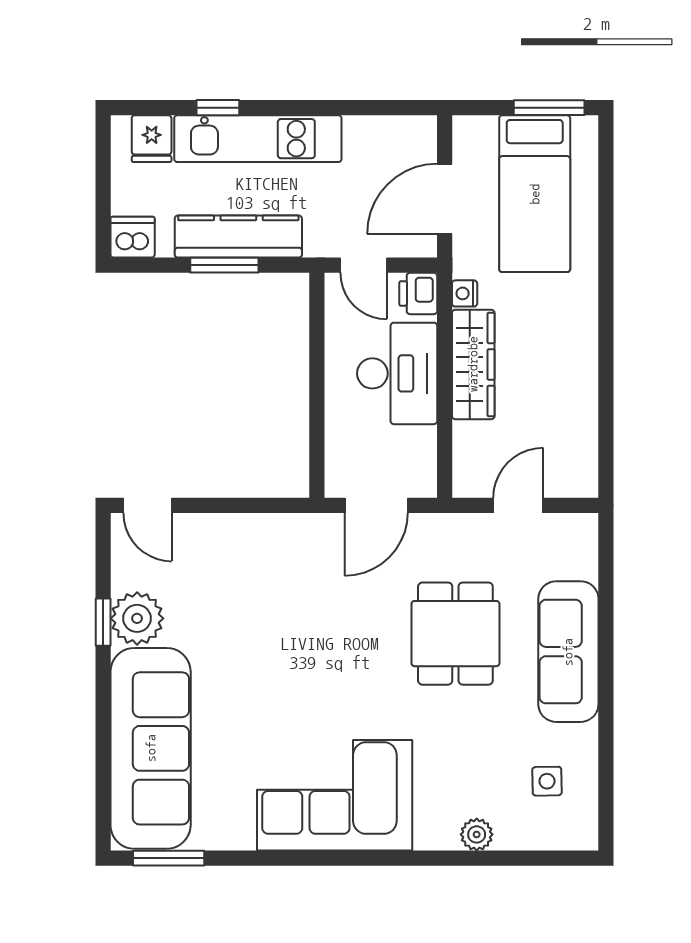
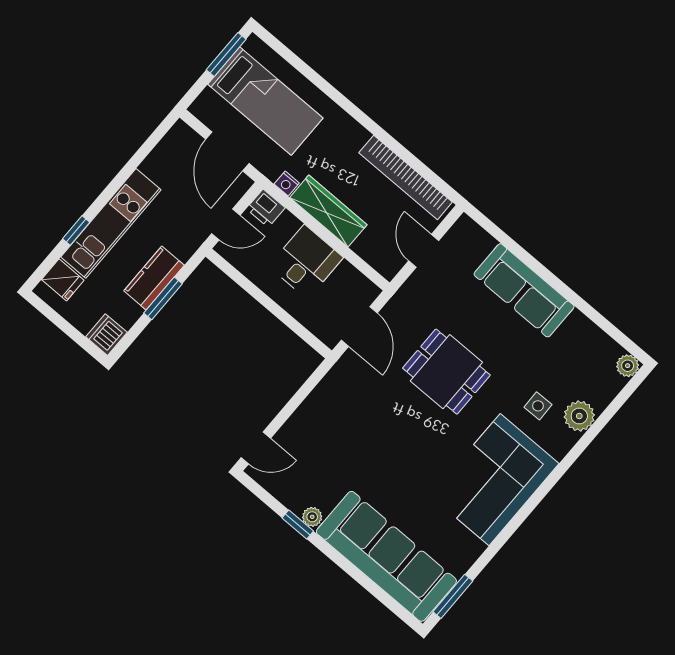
kitchen counter: (238, 237) -> (154, 278), width x0.67
desk: (397, 373) -> (306, 262), width x0.73
bookcase: (582, 418) -> (406, 177), added
plant: (137, 618) -> (312, 517), width x0.53, depth x0.53
dining table: (455, 634) -> (446, 372), moved
side table: (547, 781) -> (538, 406), moved
plant: (477, 834) -> (579, 416), width x1.38, depth x1.38
plant: (582, 834) -> (628, 366), added

